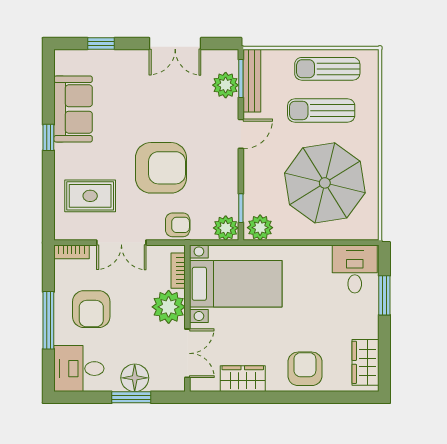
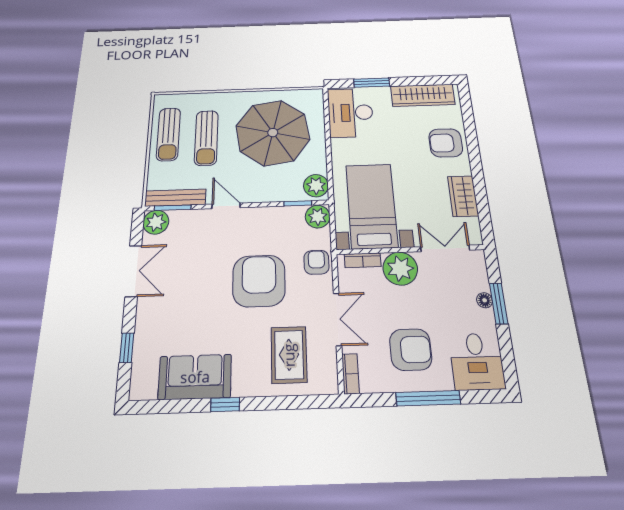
plant: (226, 85) -> (156, 222), moved
desk: (355, 269) -> (350, 113), width x1.37
wardrobe: (365, 362) -> (423, 95), width x1.50
floor lamp: (135, 378) -> (485, 300), width x0.53, depth x0.53

